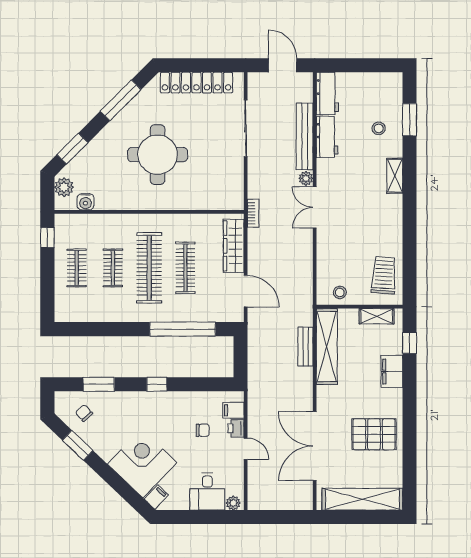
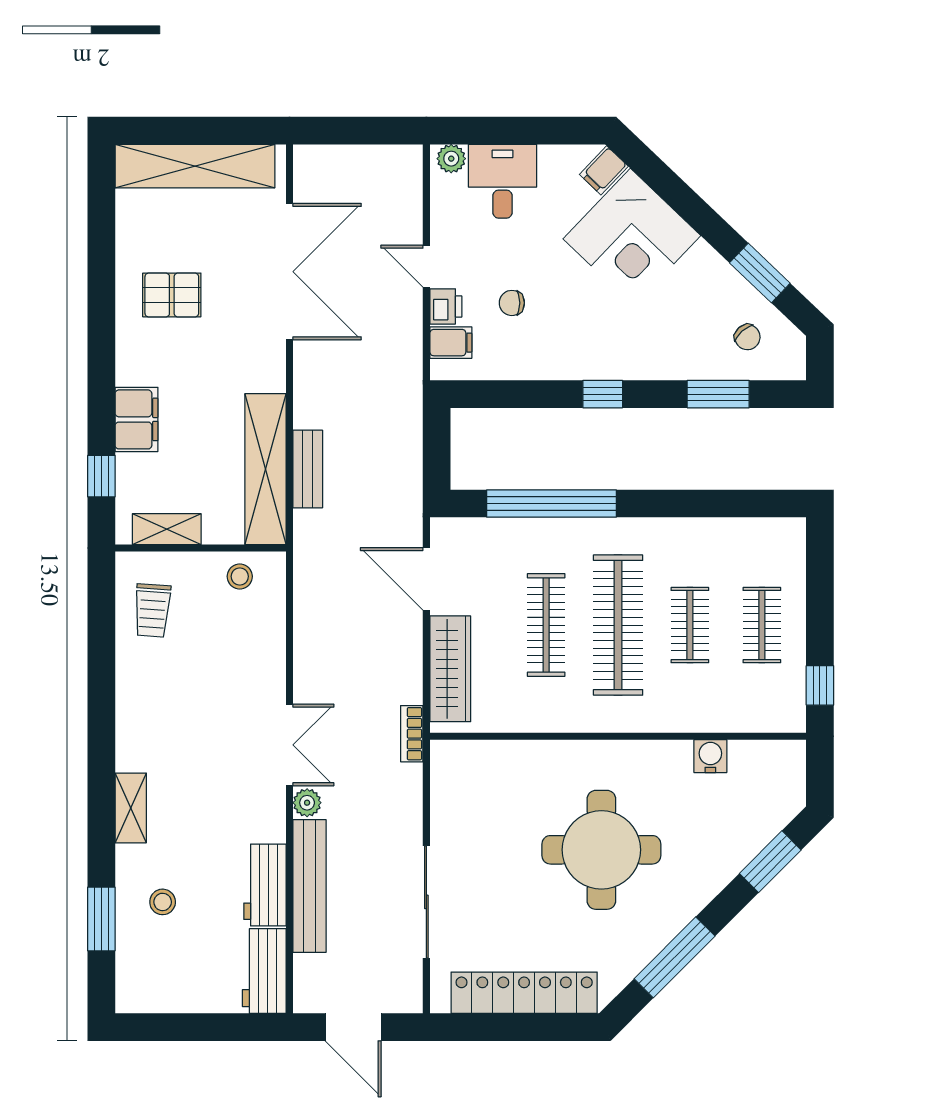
plant: (64, 187) -> (787, 785), removed
water cooler: (86, 202) -> (710, 756), moved
trolley: (384, 275) -> (152, 610), width x0.73, depth x0.72
pallet: (374, 434) -> (172, 295), width x0.67, depth x0.71

